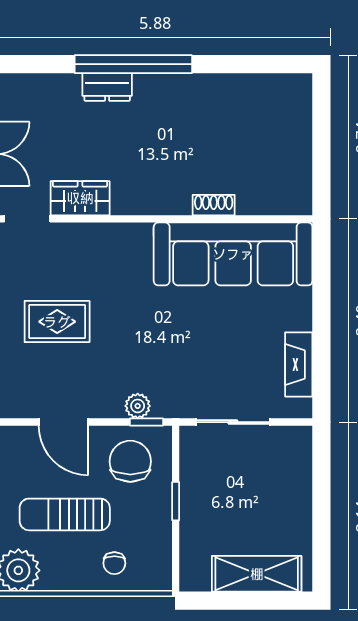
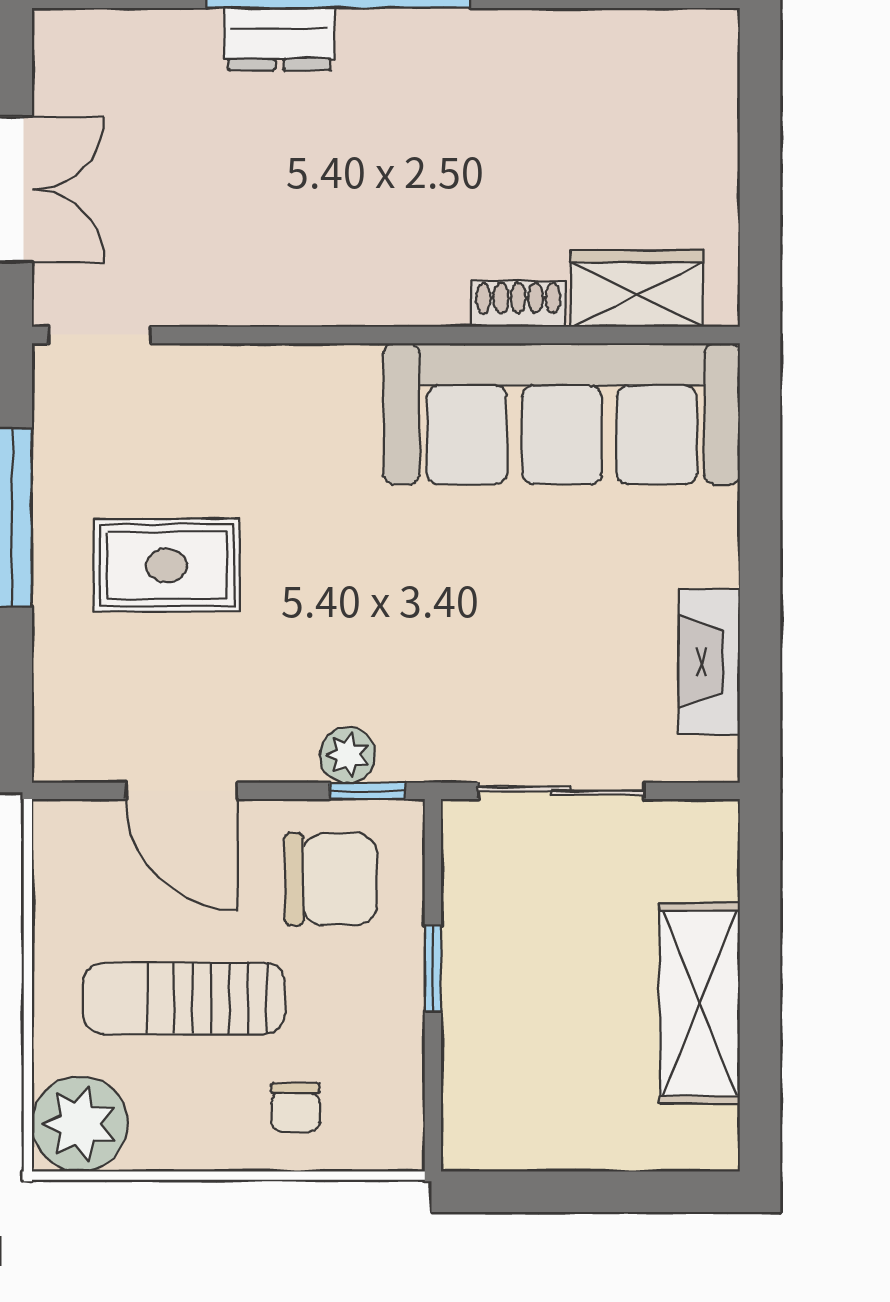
wardrobe: (80, 198) -> (637, 289), moved
chair: (130, 461) -> (331, 879), turned 90
shelving: (257, 574) -> (700, 1003), moved, turned 90

